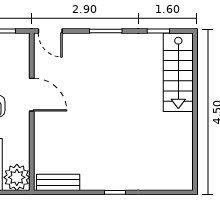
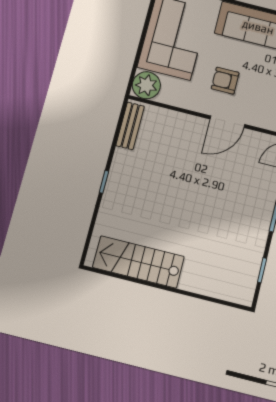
stairs: (178, 72) -> (138, 262), moved

